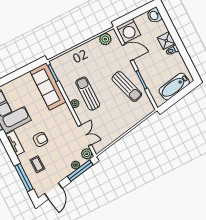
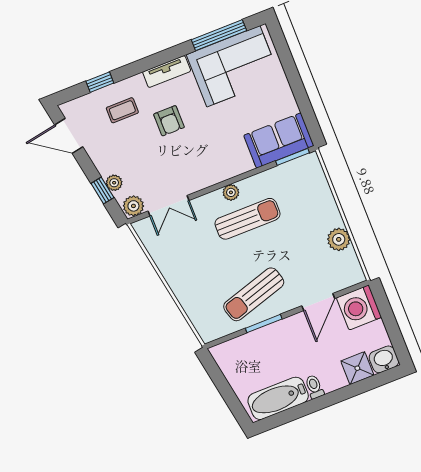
plant: (105, 39) -> (339, 239), moved
shower: (166, 41) -> (357, 368), moved
sofa: (48, 86) -> (279, 141), width x0.73
bathtub: (174, 86) -> (278, 398), moved, turned -80
window: (80, 171) -> (102, 190), width x0.46
window: (24, 177) -> (100, 82), width x0.46

